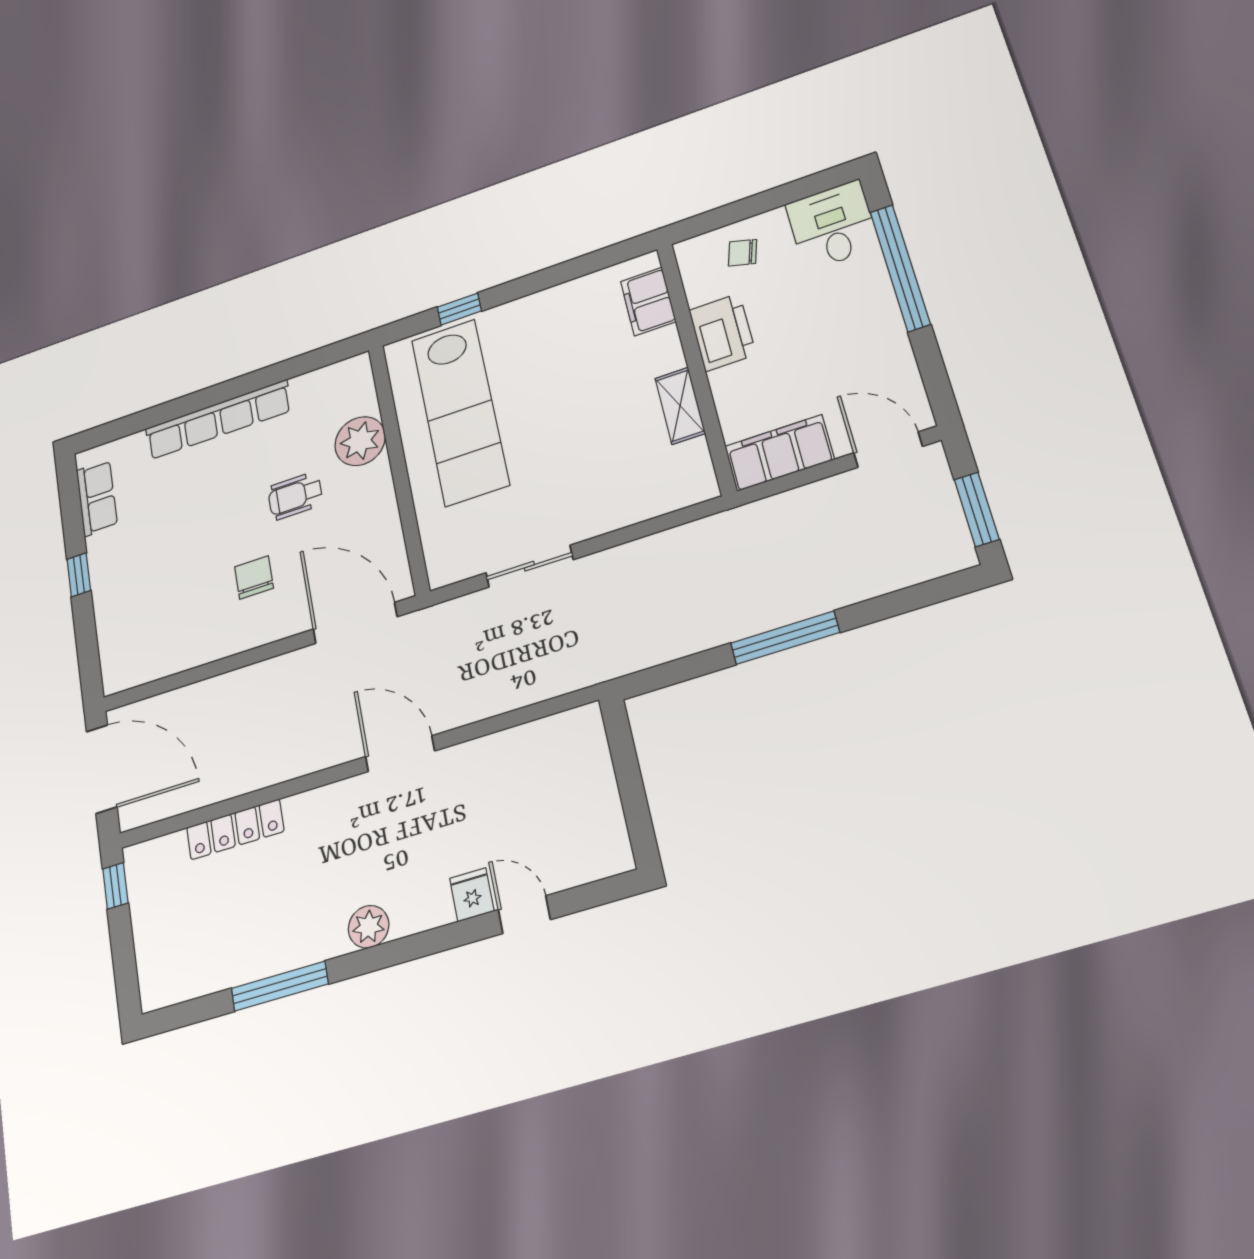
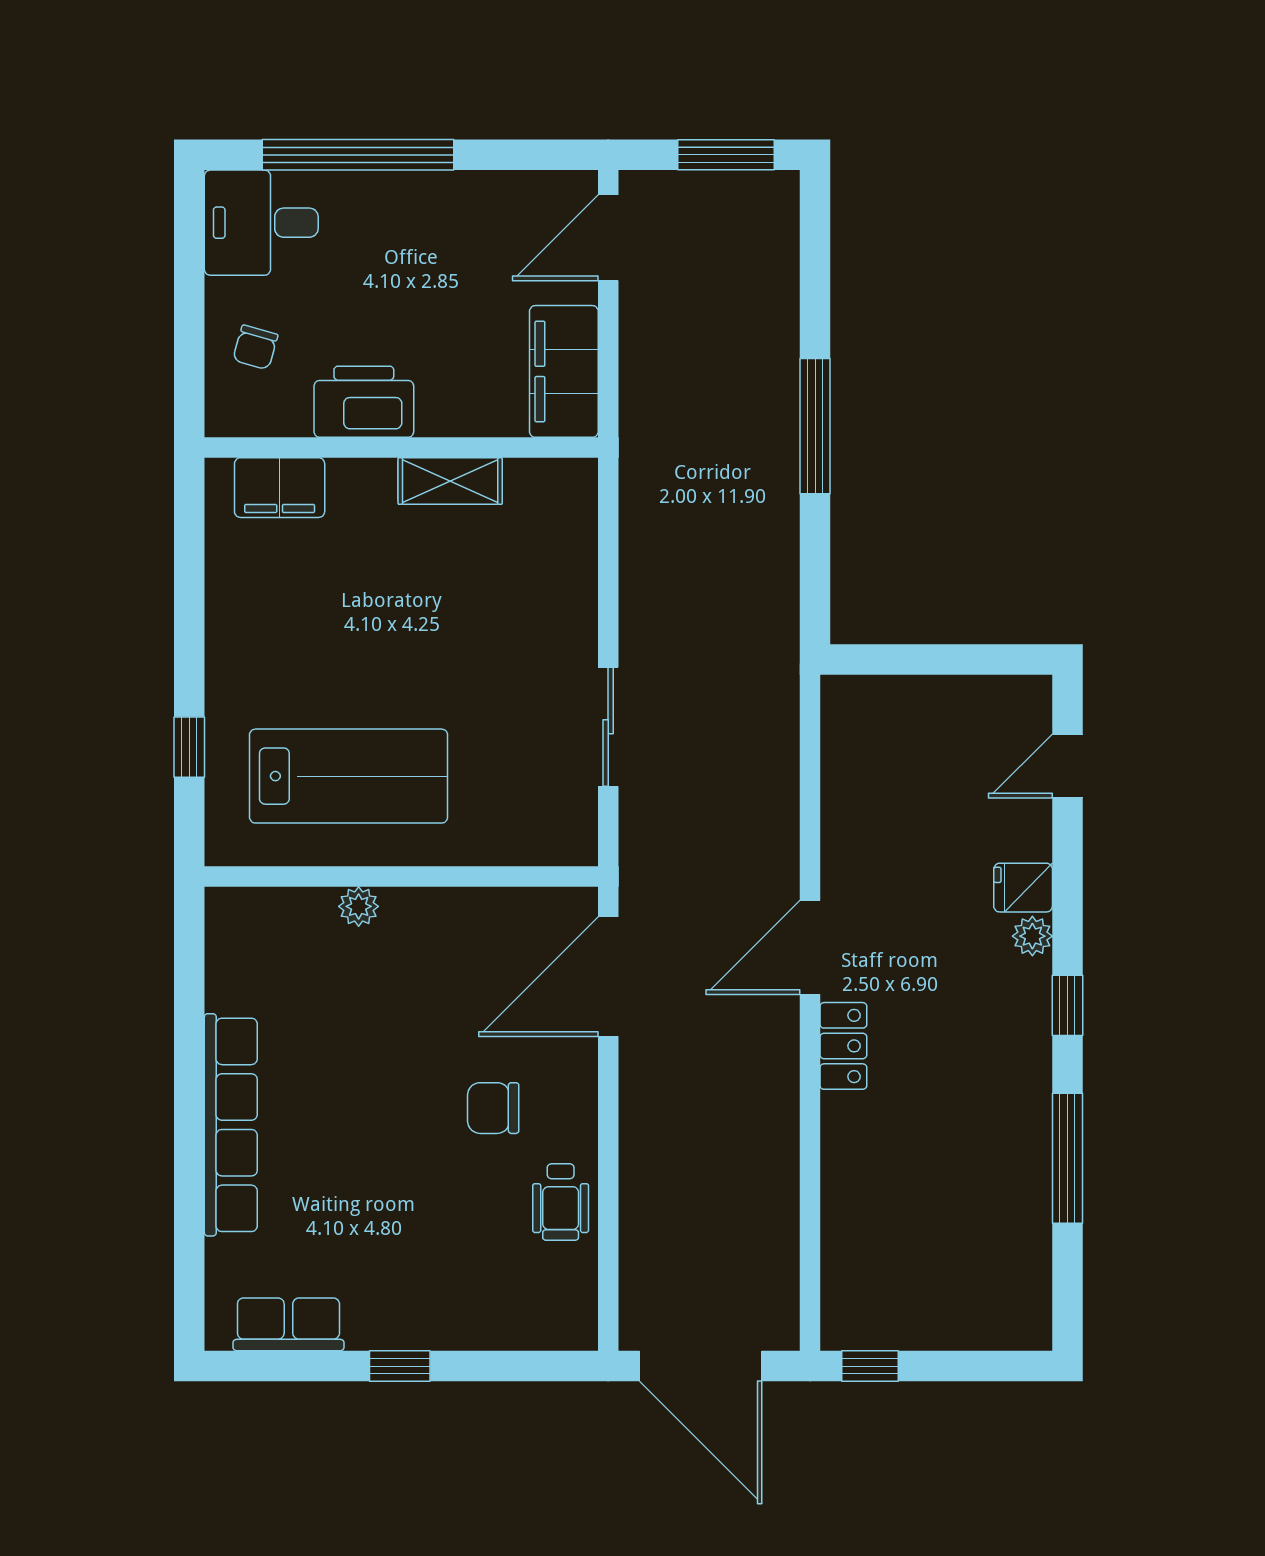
lab bench: (460, 412) -> (349, 776), width x0.73
plant: (360, 441) -> (359, 906), width x0.53, depth x0.53
wheelchair: (295, 496) -> (561, 1202), moved
door: (102, 769) -> (701, 1366), swing flipped
locker: (235, 829) -> (843, 1046), moved, width x0.66
door: (524, 915) -> (1067, 766), moved
plant: (369, 927) -> (1032, 936), moved, width x0.73, depth x0.73
window: (391, 954) -> (1067, 1005), added

